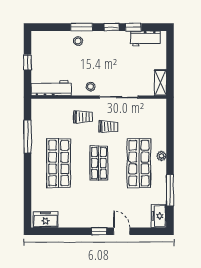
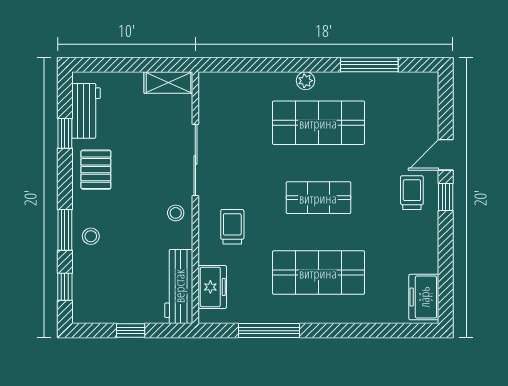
window: (112, 27) -> (65, 287), moved
pallet: (114, 44) -> (96, 170), added
trolley: (108, 127) -> (412, 193), moved
freezer: (159, 216) -> (212, 287), moved, turned -90

